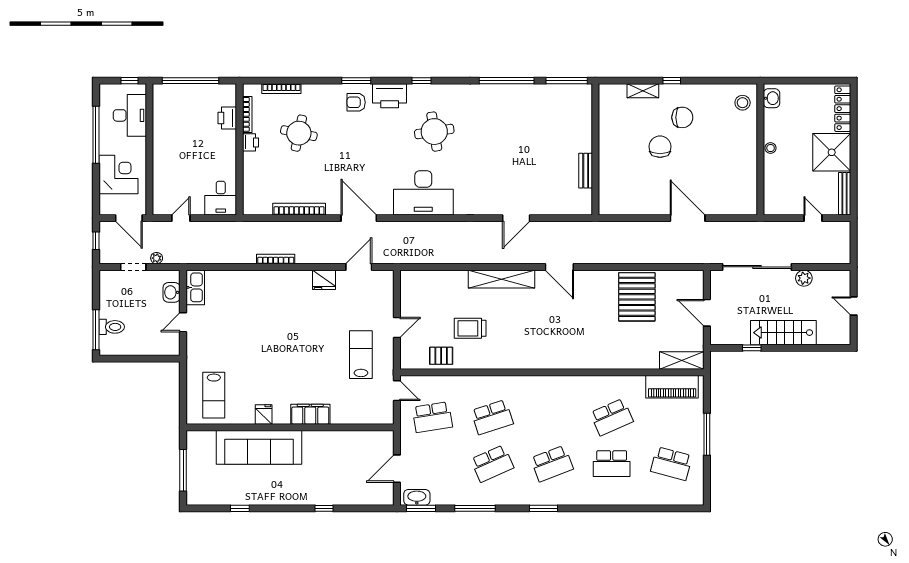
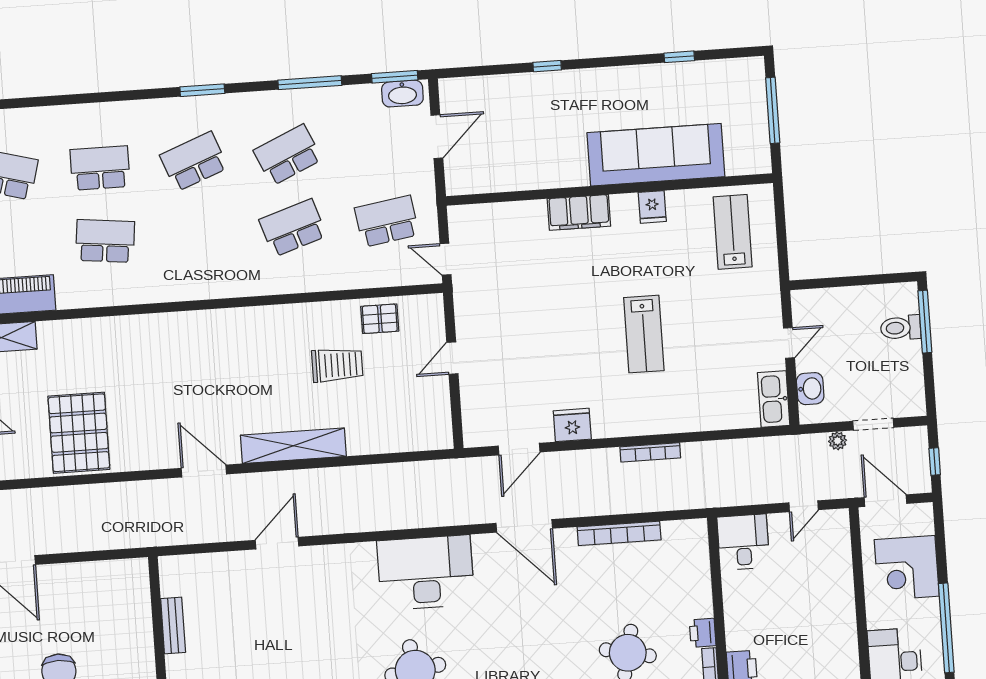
lab bench: (361, 355) -> (644, 334), moved
school desk: (612, 417) -> (105, 241), turned 30

